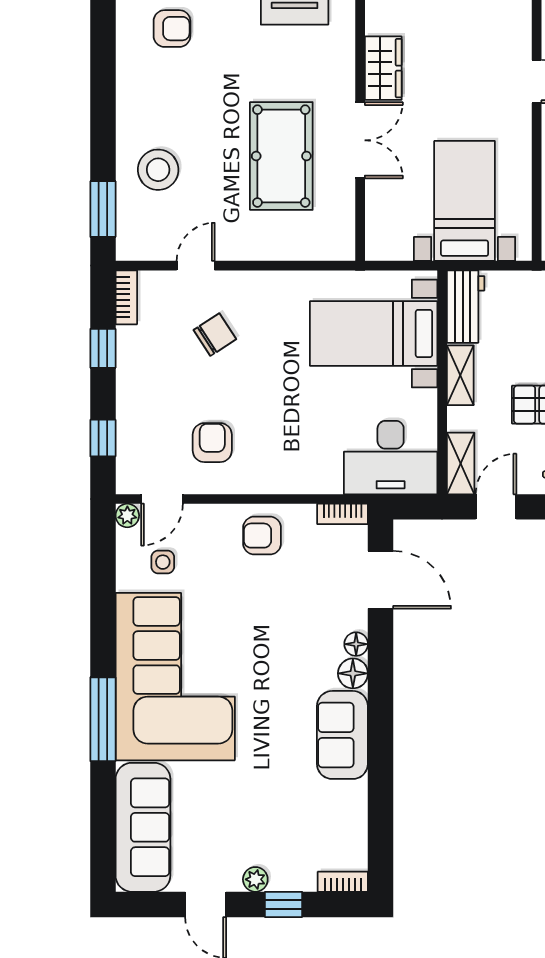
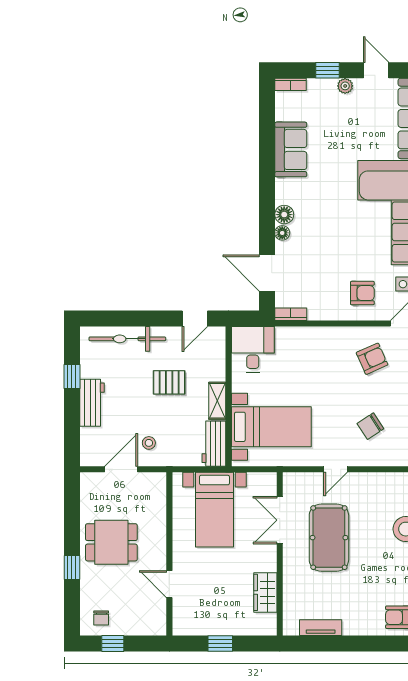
double door: (360, 140) -> (280, 520), moved
door: (196, 266) -> (336, 469), moved
armchair: (212, 443) -> (372, 359), turned -114
desk: (391, 458) -> (253, 349), width x0.73
shelving: (461, 464) -> (217, 346), removed
armchair: (262, 536) -> (362, 293), moved
sofa: (342, 735) -> (291, 149), moved

